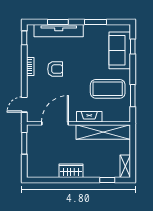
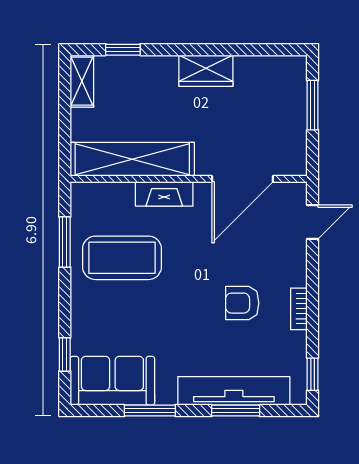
sofa: (120, 50) -> (112, 381), moved, turned -90
window: (24, 143) -> (313, 105), moved

